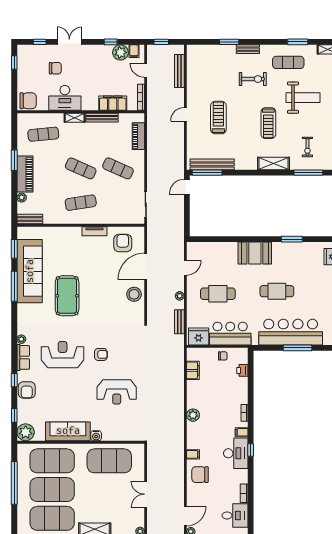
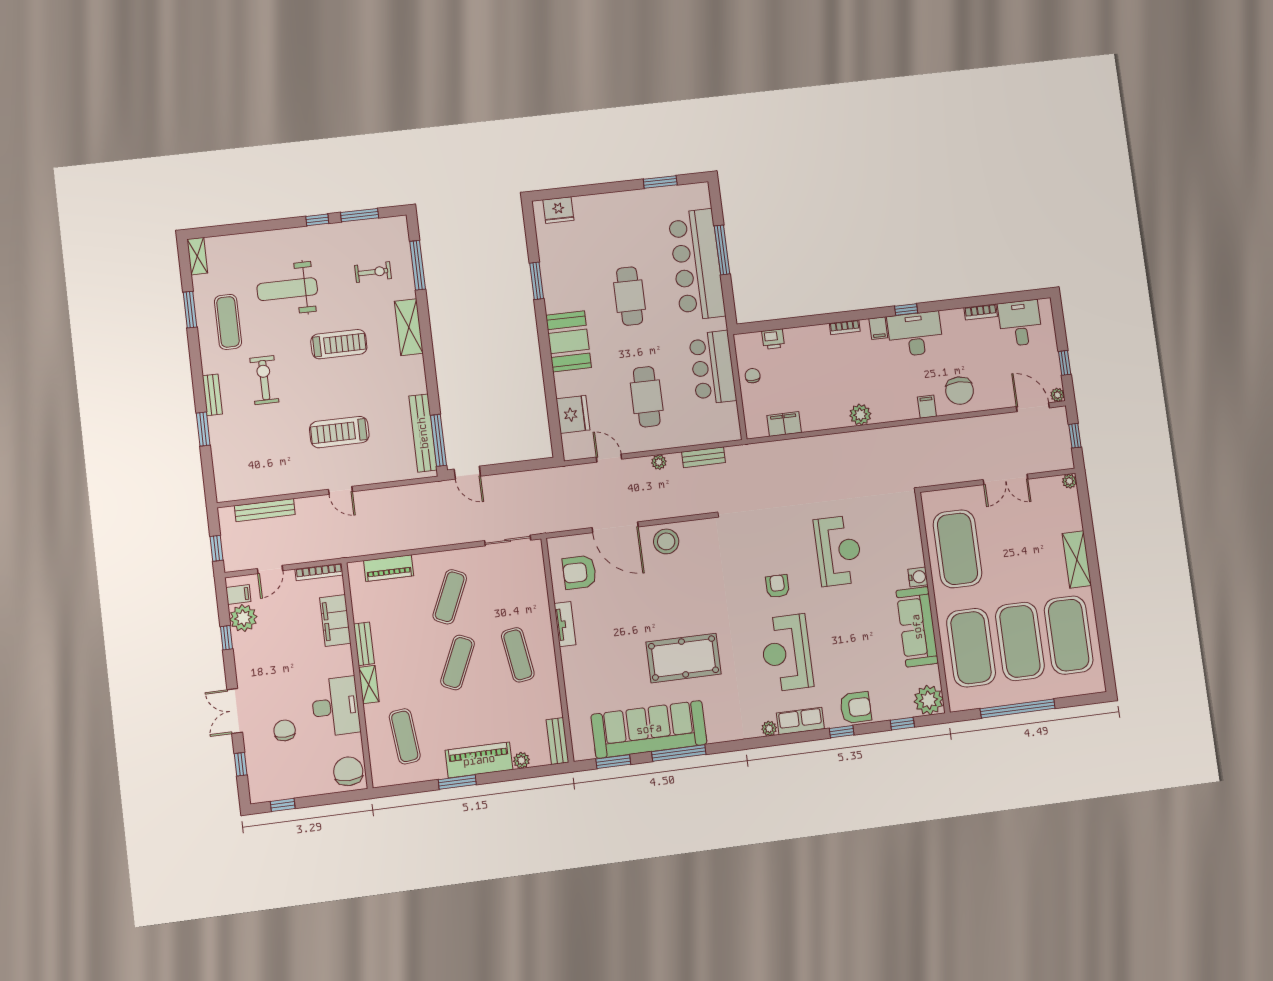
weight bench: (303, 98) -> (287, 289), turned -90
bench: (102, 118) -> (364, 644), width x0.73
fridge: (199, 336) -> (573, 414), moved, turned 180

